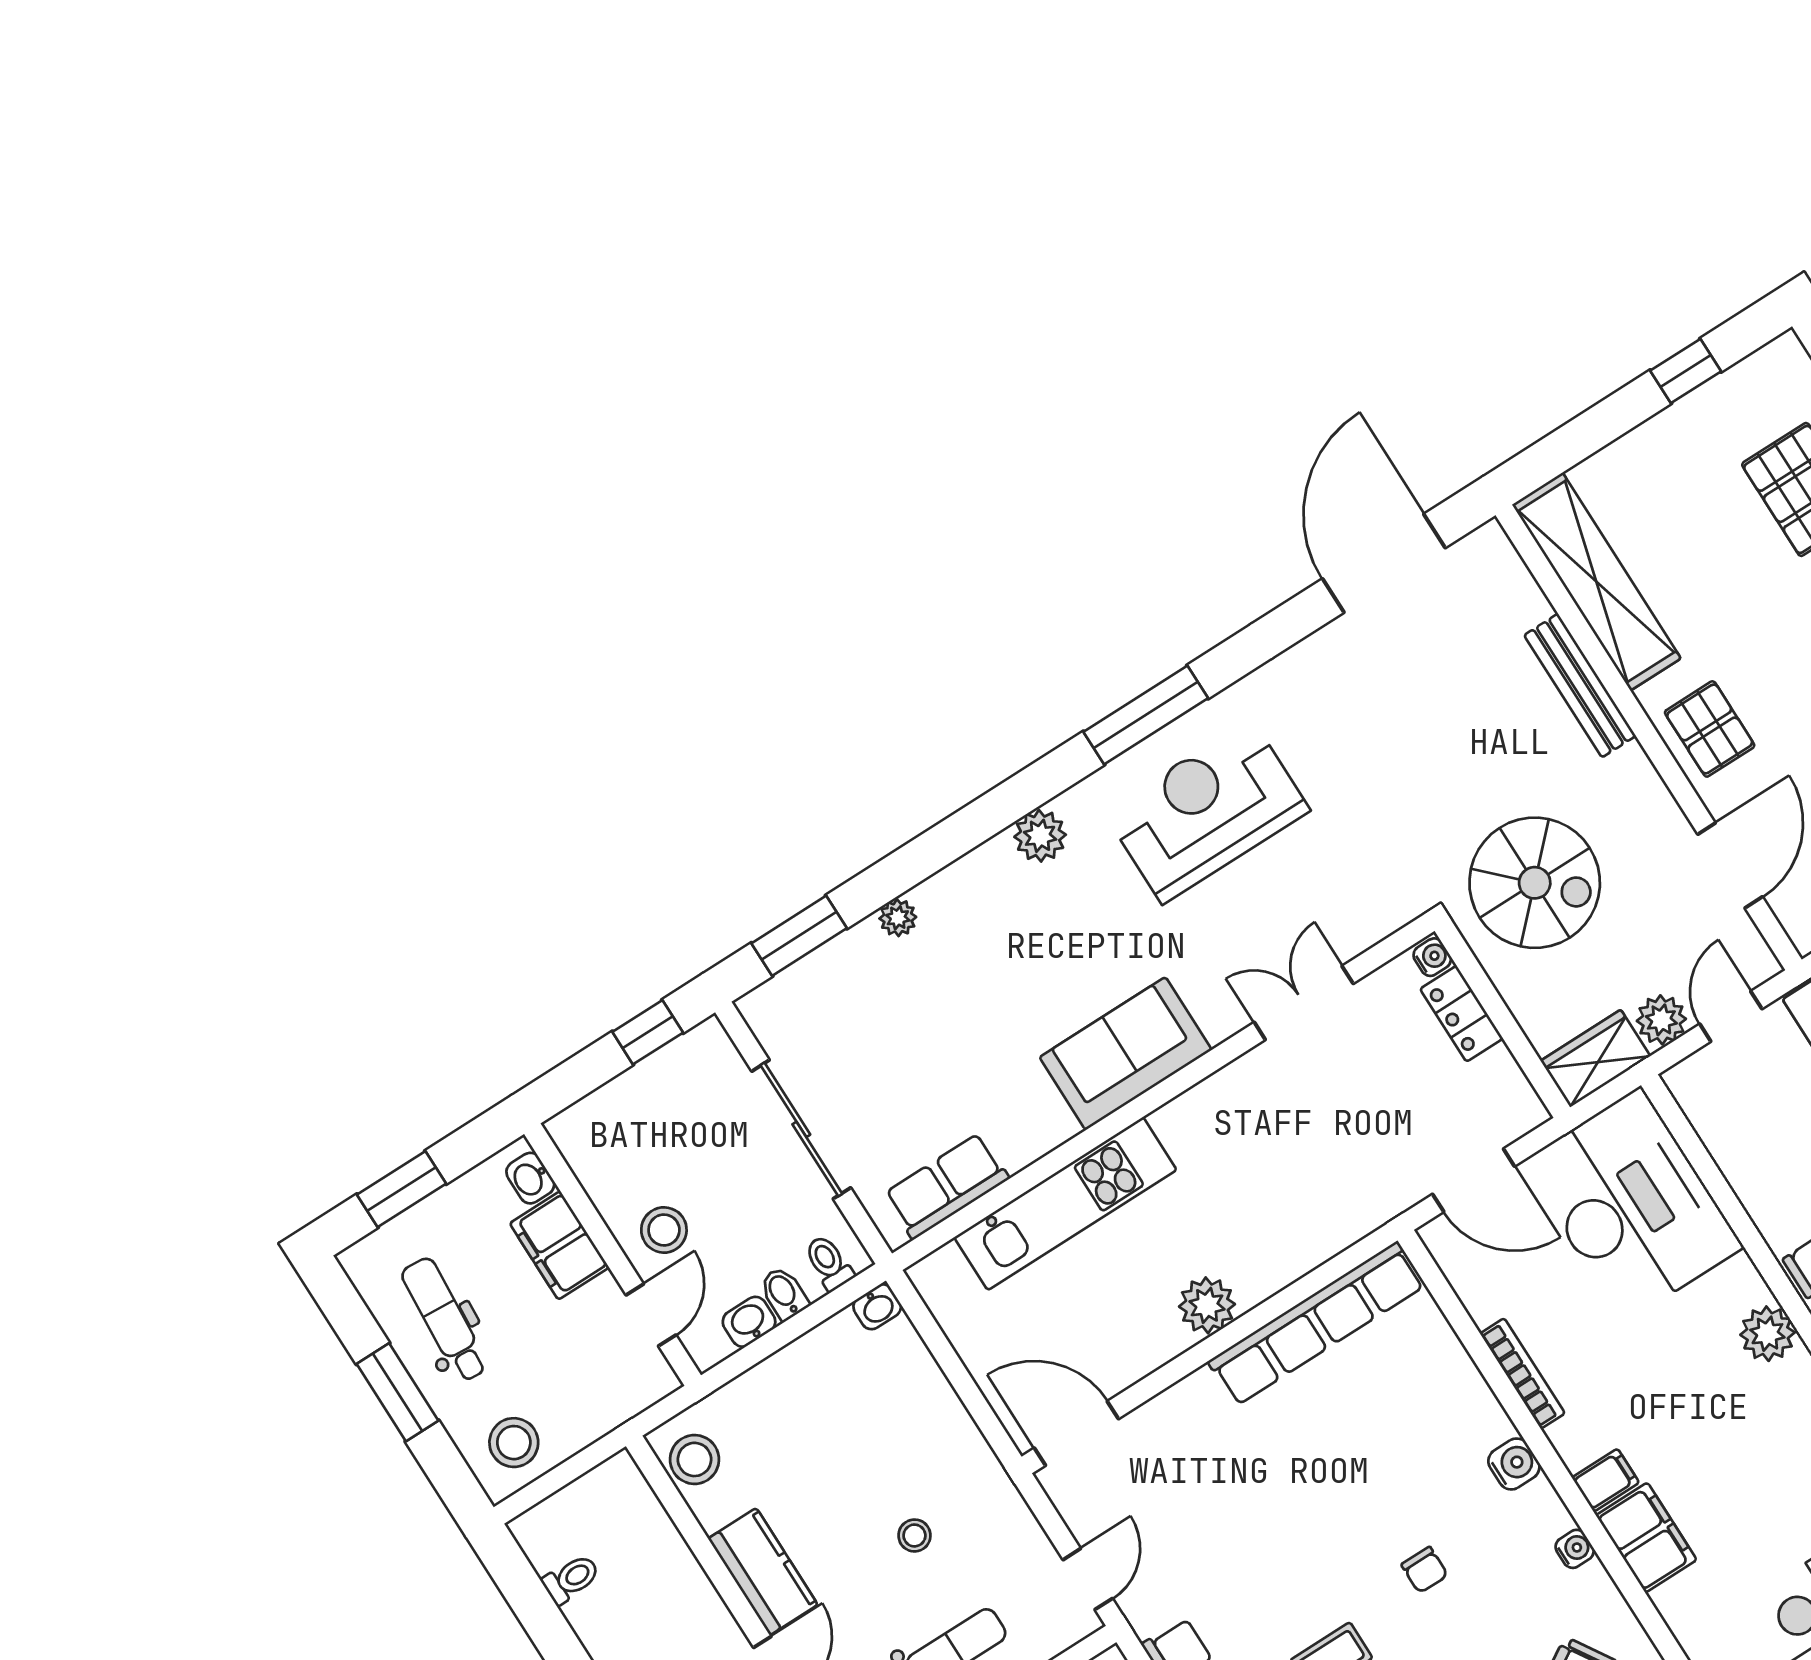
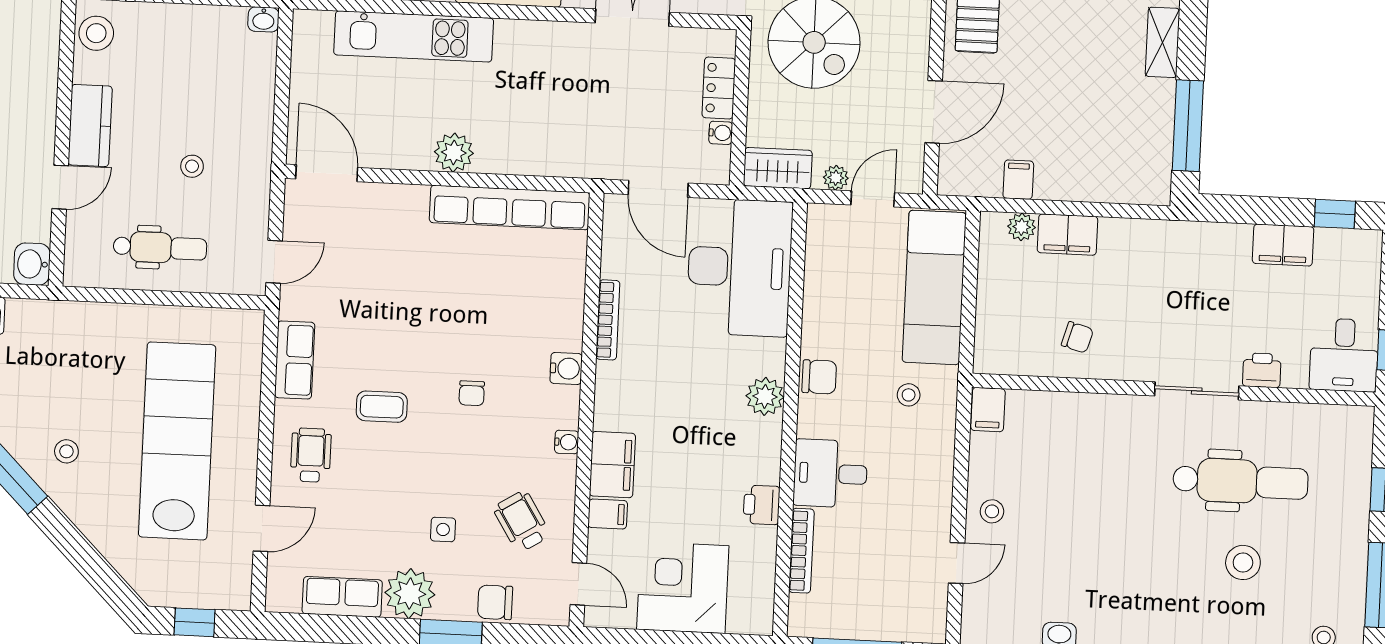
water cooler: (1432, 957) -> (721, 133), moved
plant: (1661, 1020) -> (836, 178), width x0.73, depth x0.73
filing cabinet: (1606, 1480) -> (608, 514), moved

